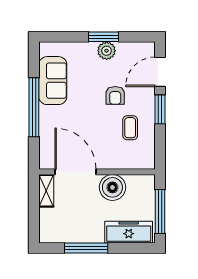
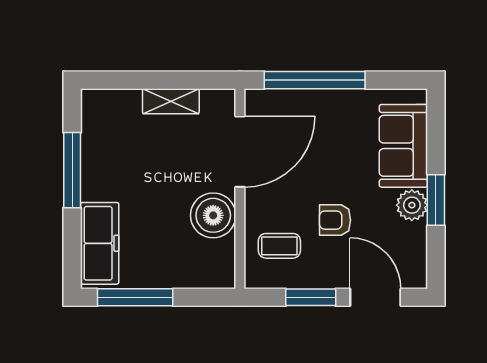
sofa: (53, 81) -> (403, 146), moved, turned 90
door: (75, 172) -> (240, 152), moved
wall: (97, 172) -> (240, 189), moved
boiler: (112, 187) -> (213, 215), moved

